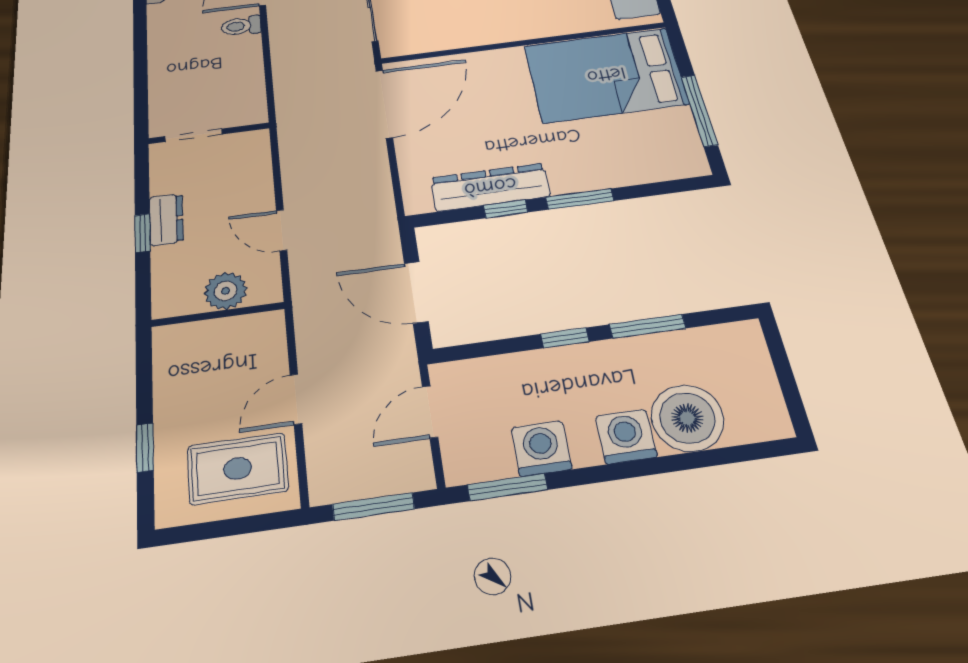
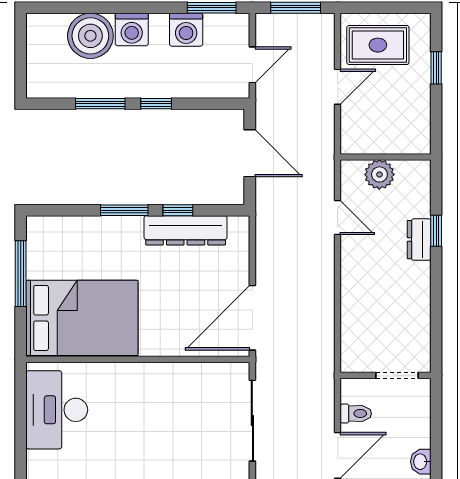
wall: (209, 133) -> (386, 375), moved
doorway: (194, 135) -> (397, 375), moved

